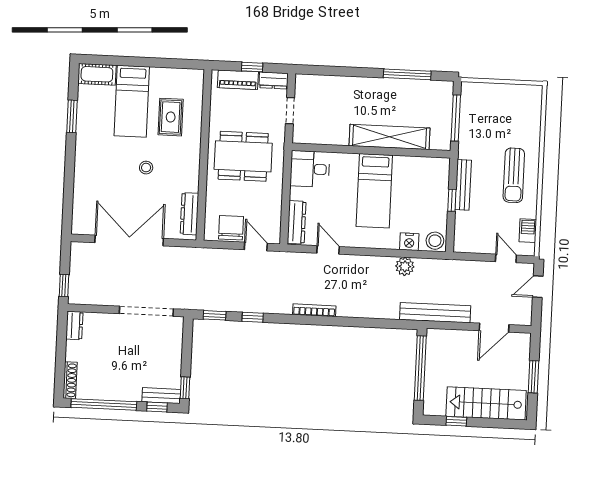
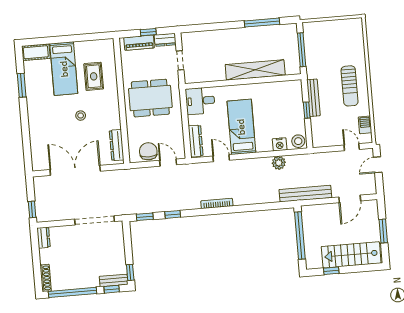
bed: (374, 191) -> (241, 127), moved, turned 180

